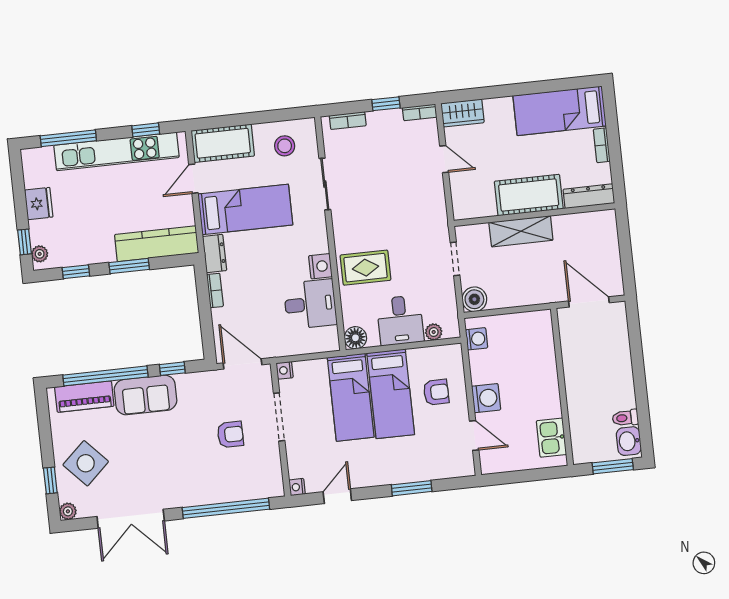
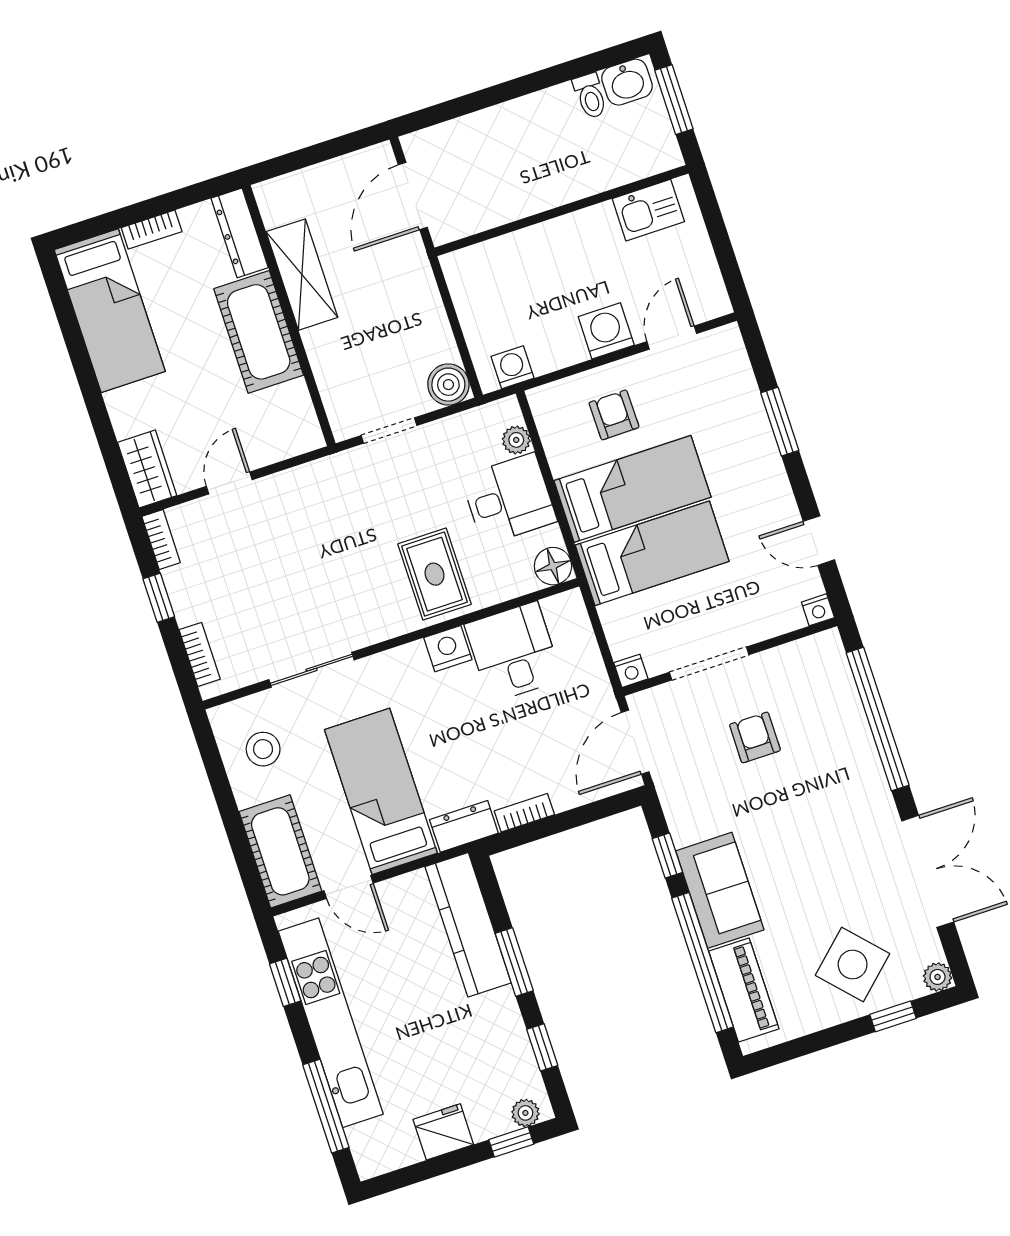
shelving: (521, 231) -> (302, 275), moved

